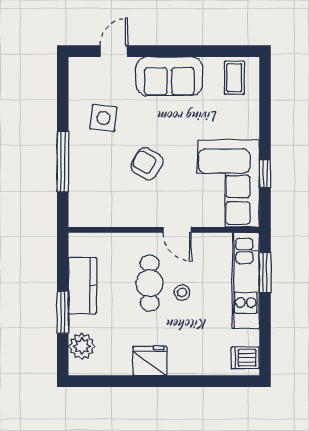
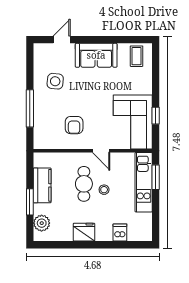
armchair: (147, 164) -> (74, 125), moved, turned -120
dishwasher: (245, 358) -> (120, 233), moved, turned 90

